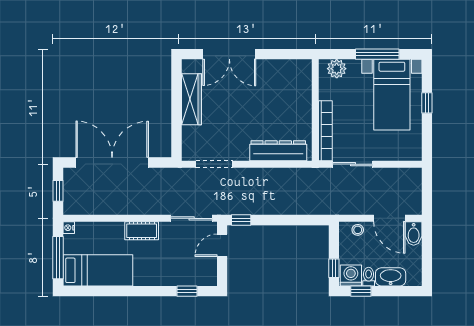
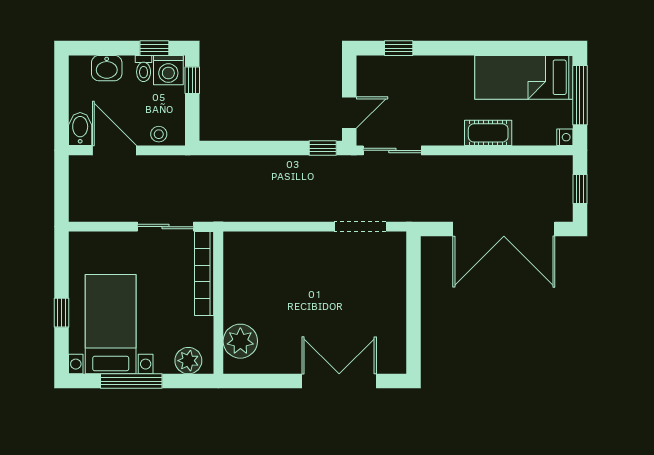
plant: (300, 83) -> (240, 341), added
wardrobe: (191, 99) -> (392, 318), removed
dresser: (278, 151) -> (270, 245), removed
cot: (142, 231) -> (488, 133), moved
washbasin: (391, 277) -> (107, 68), width x0.72

